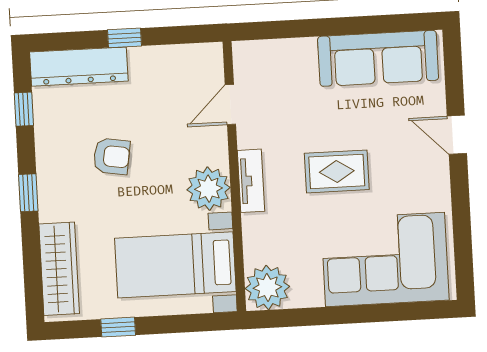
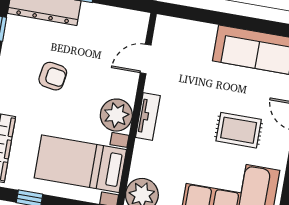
rug: (337, 171) -> (239, 130), moved

